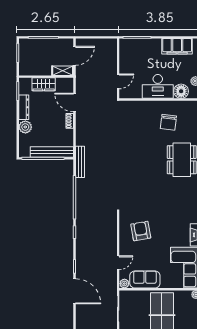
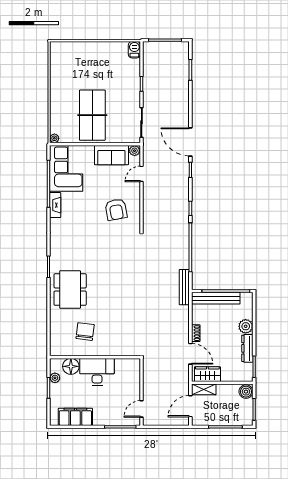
boiler: (25, 69) -> (246, 392), added
door: (118, 81) -> (142, 409), moved
wardrobe: (44, 84) -> (207, 374), moved

